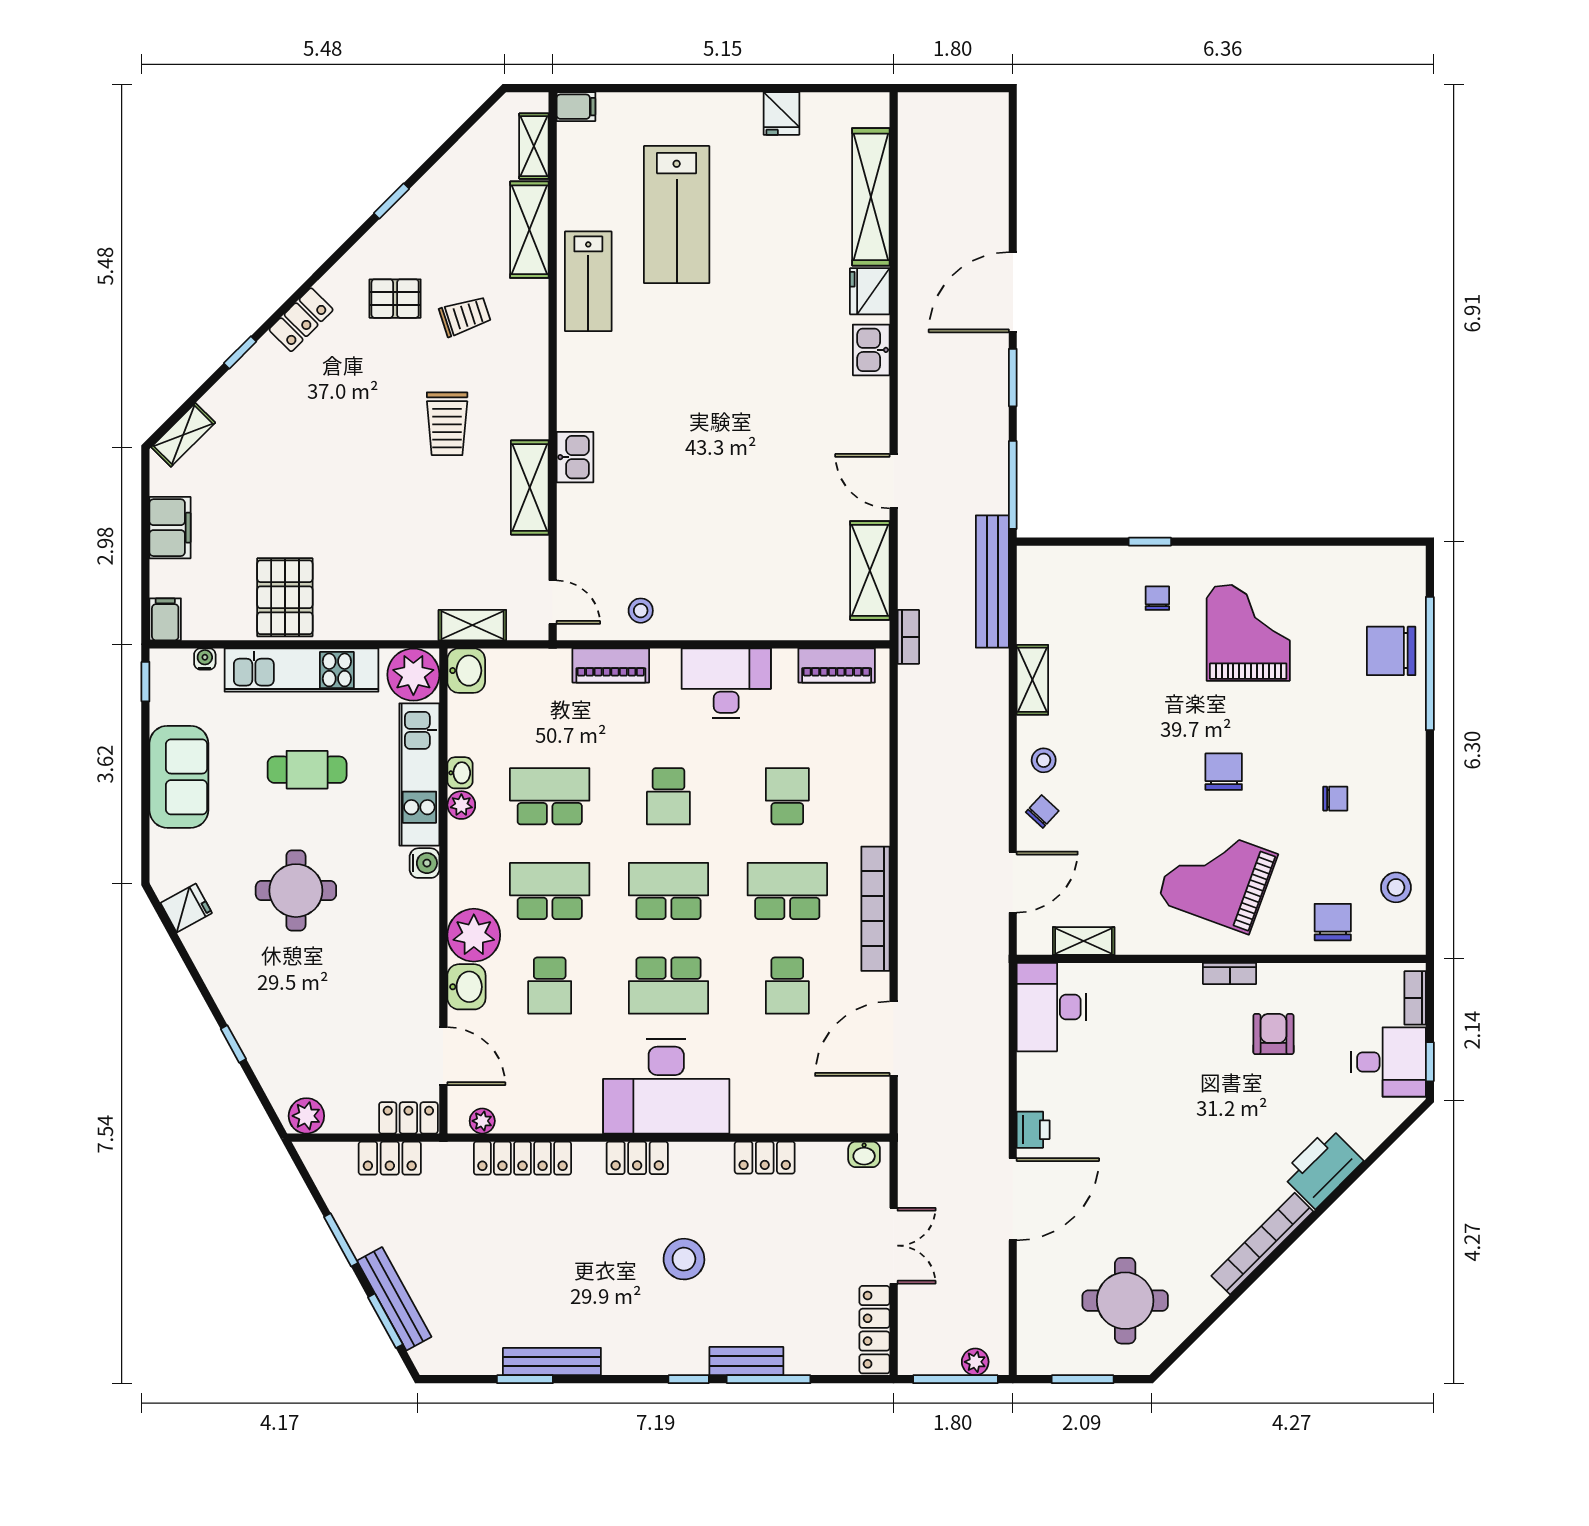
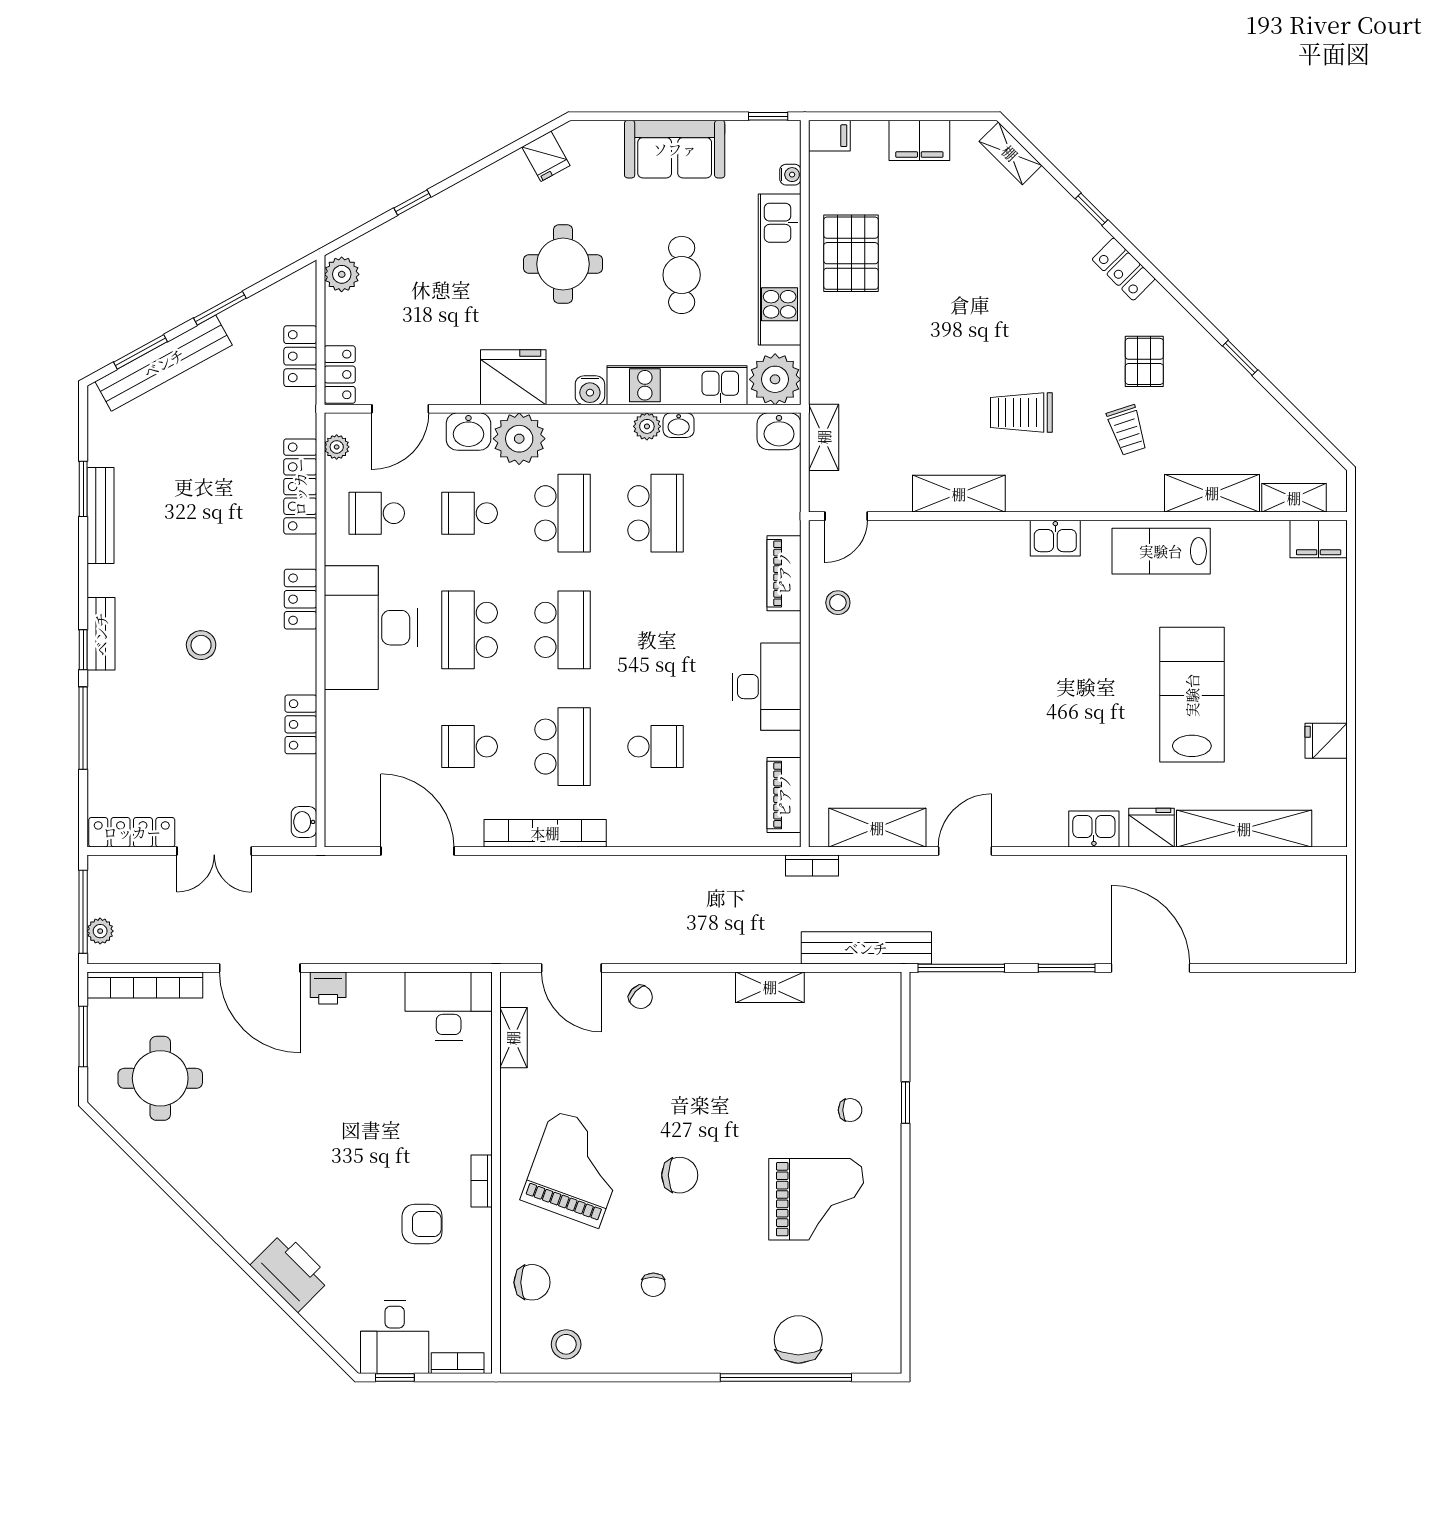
filing cabinet: (576, 107) -> (1319, 539), width x2.00
lab bench: (677, 215) -> (1192, 695), moved, turned 90
kitchen sink: (575, 457) -> (1055, 538), moved
pallet: (285, 597) -> (851, 253), turned 90
stool: (1044, 760) -> (691, 998), removed
school desk: (668, 796) -> (377, 513), moved
fridge: (411, 941) -> (513, 377), added
bookcase: (1262, 1244) -> (145, 985), moved, turned 135
stool: (684, 1259) -> (201, 645), width x0.73, depth x0.73
bench: (394, 1299) -> (164, 363), width x1.37, depth x1.21
bench: (746, 1361) -> (101, 634), moved

